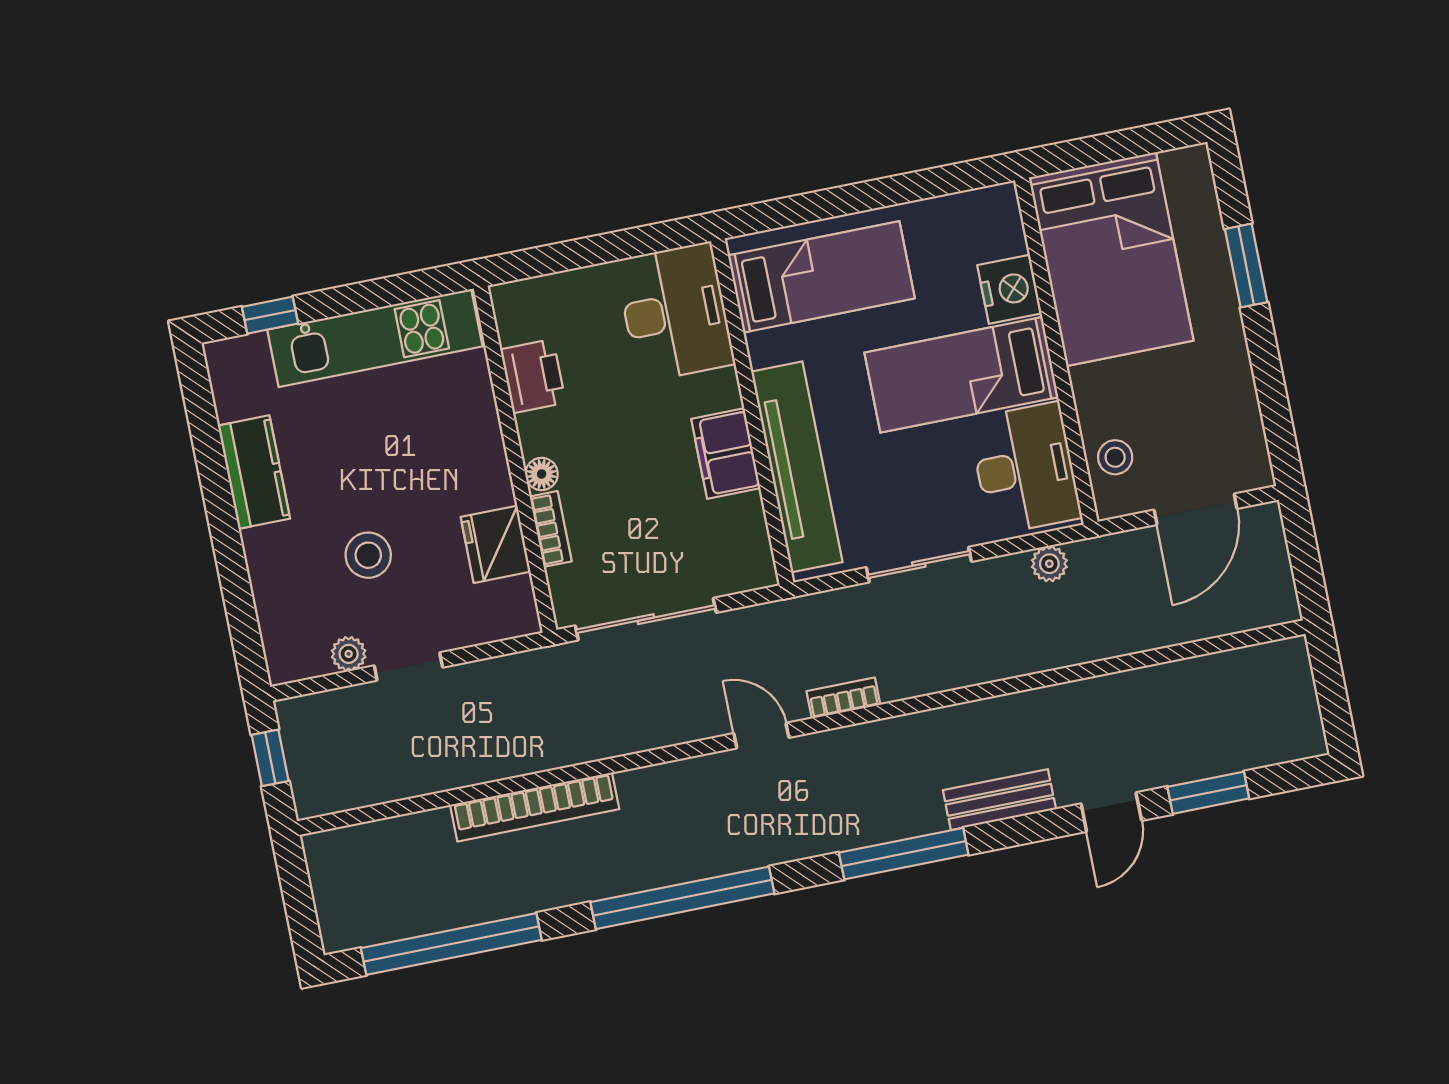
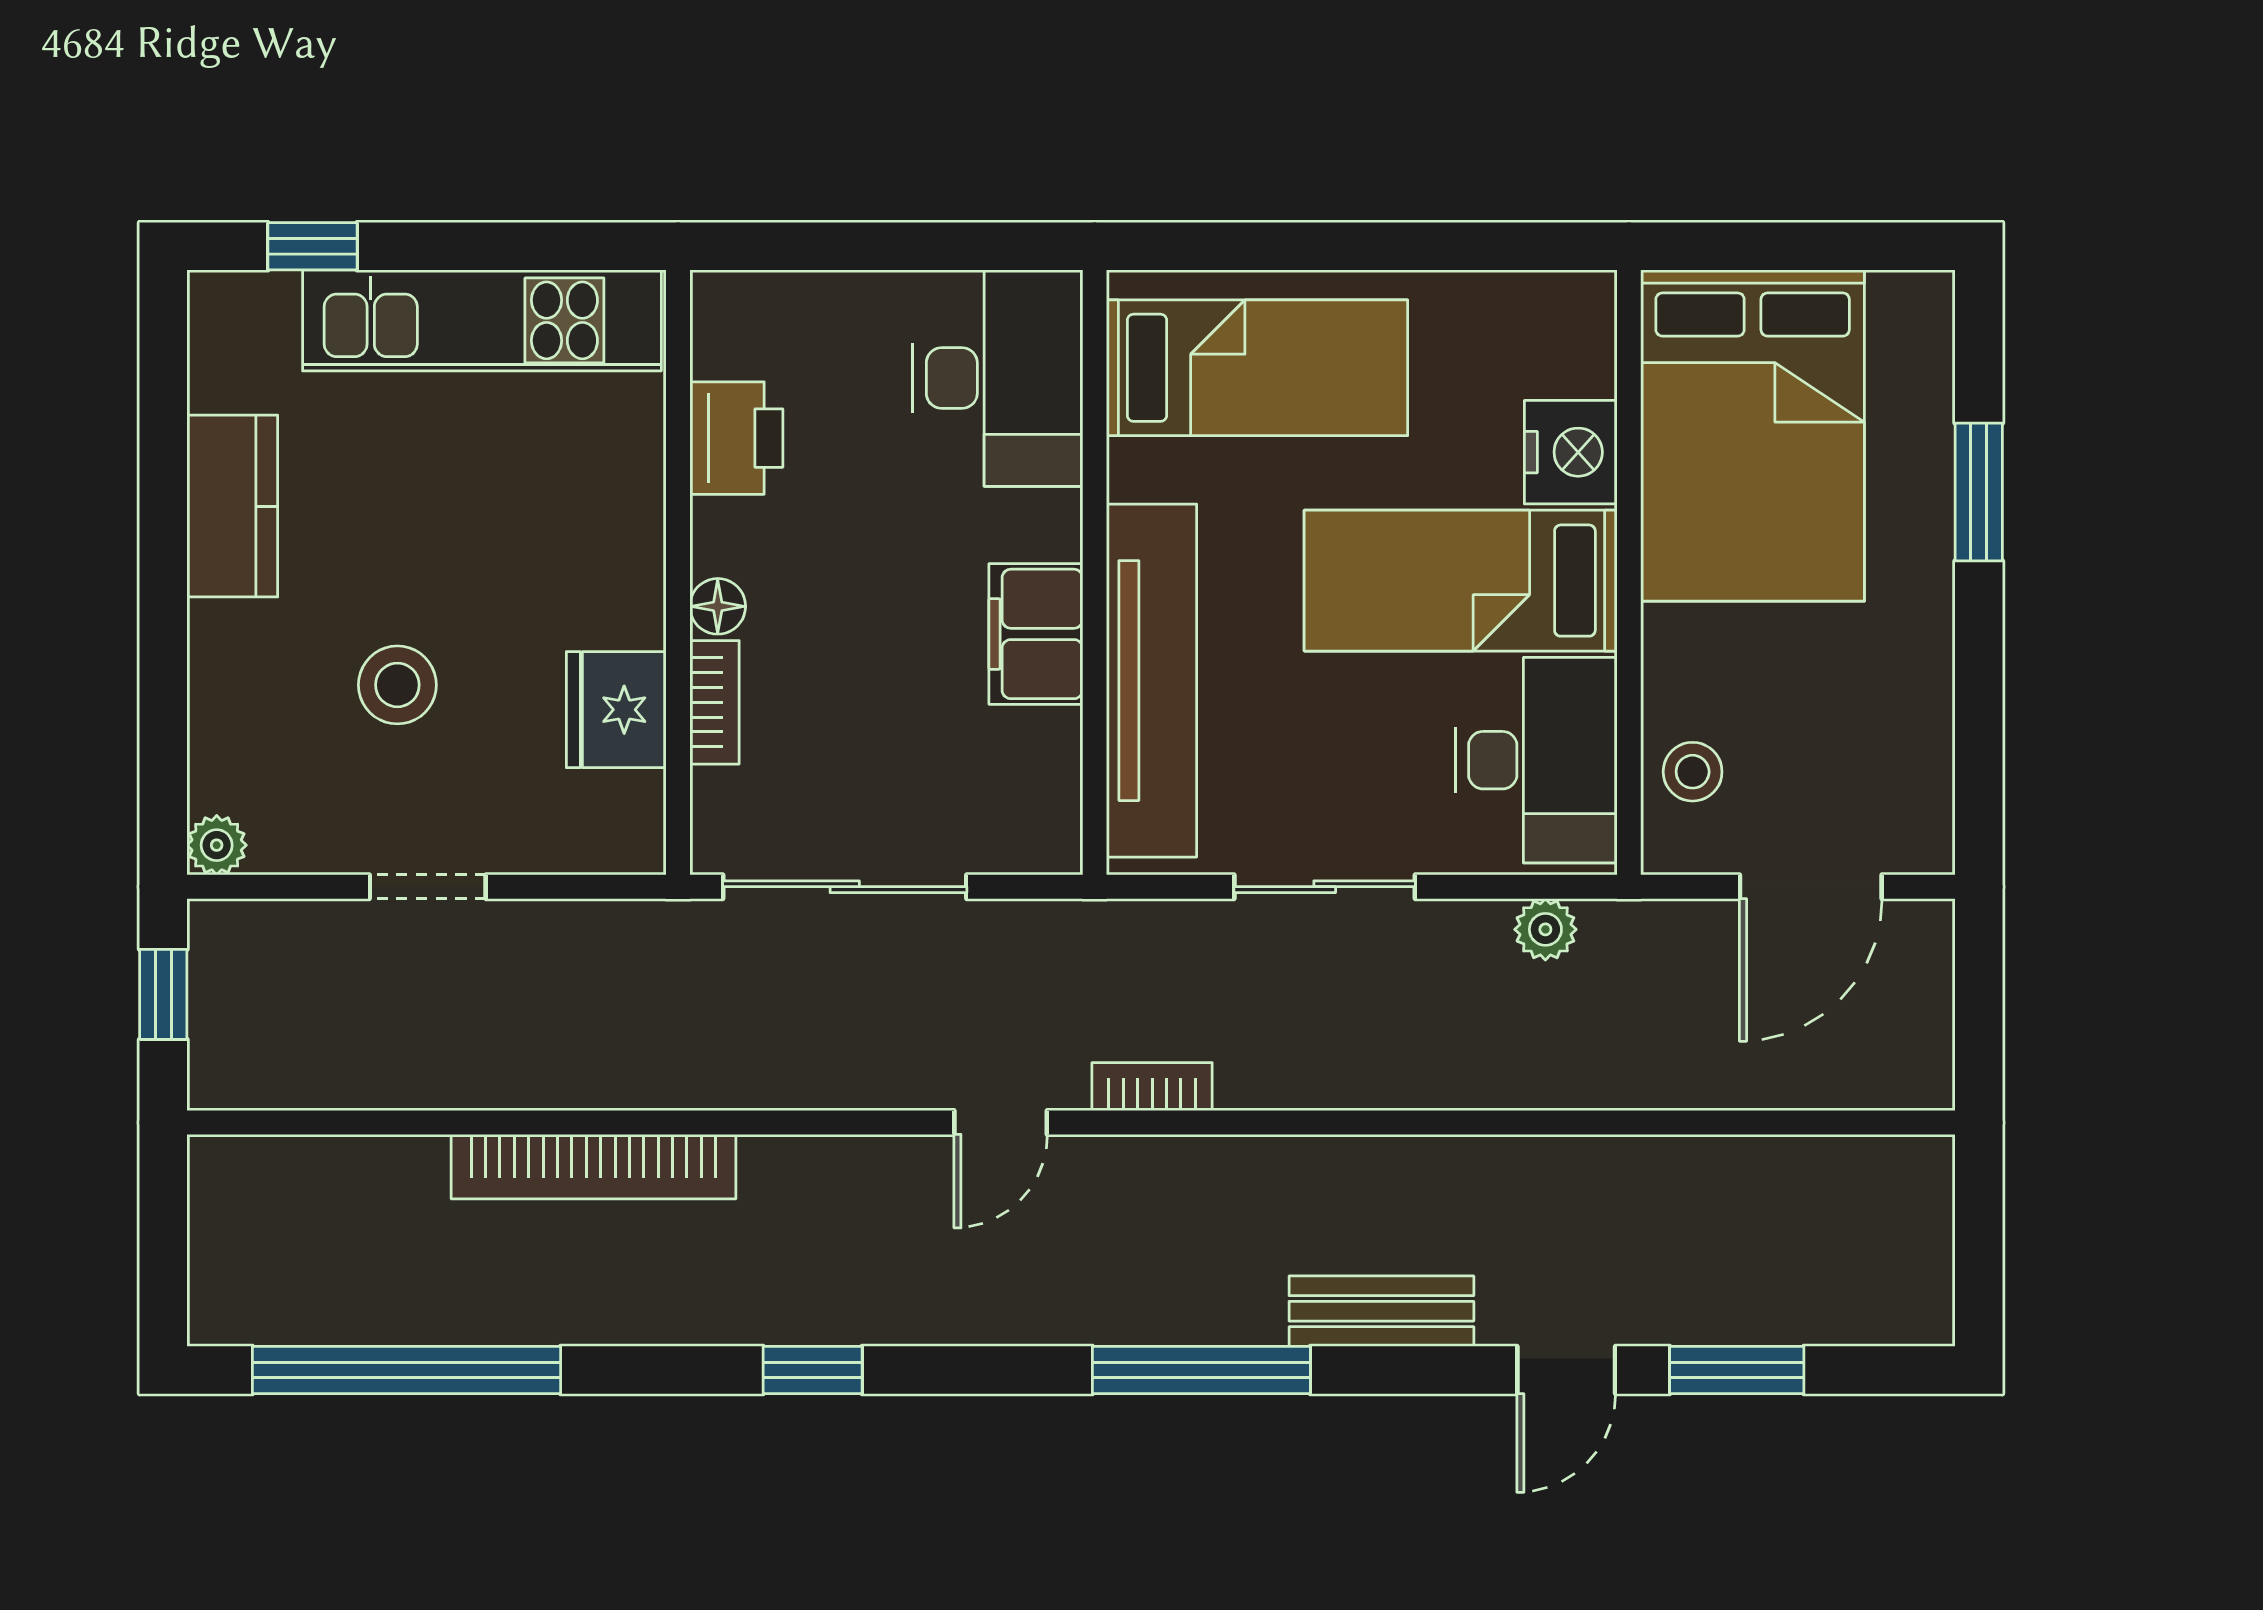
plant: (349, 654) -> (217, 845), moved
door: (761, 736) -> (1001, 1123), swing flipped
window: (682, 898) -> (813, 1370), width x0.32

